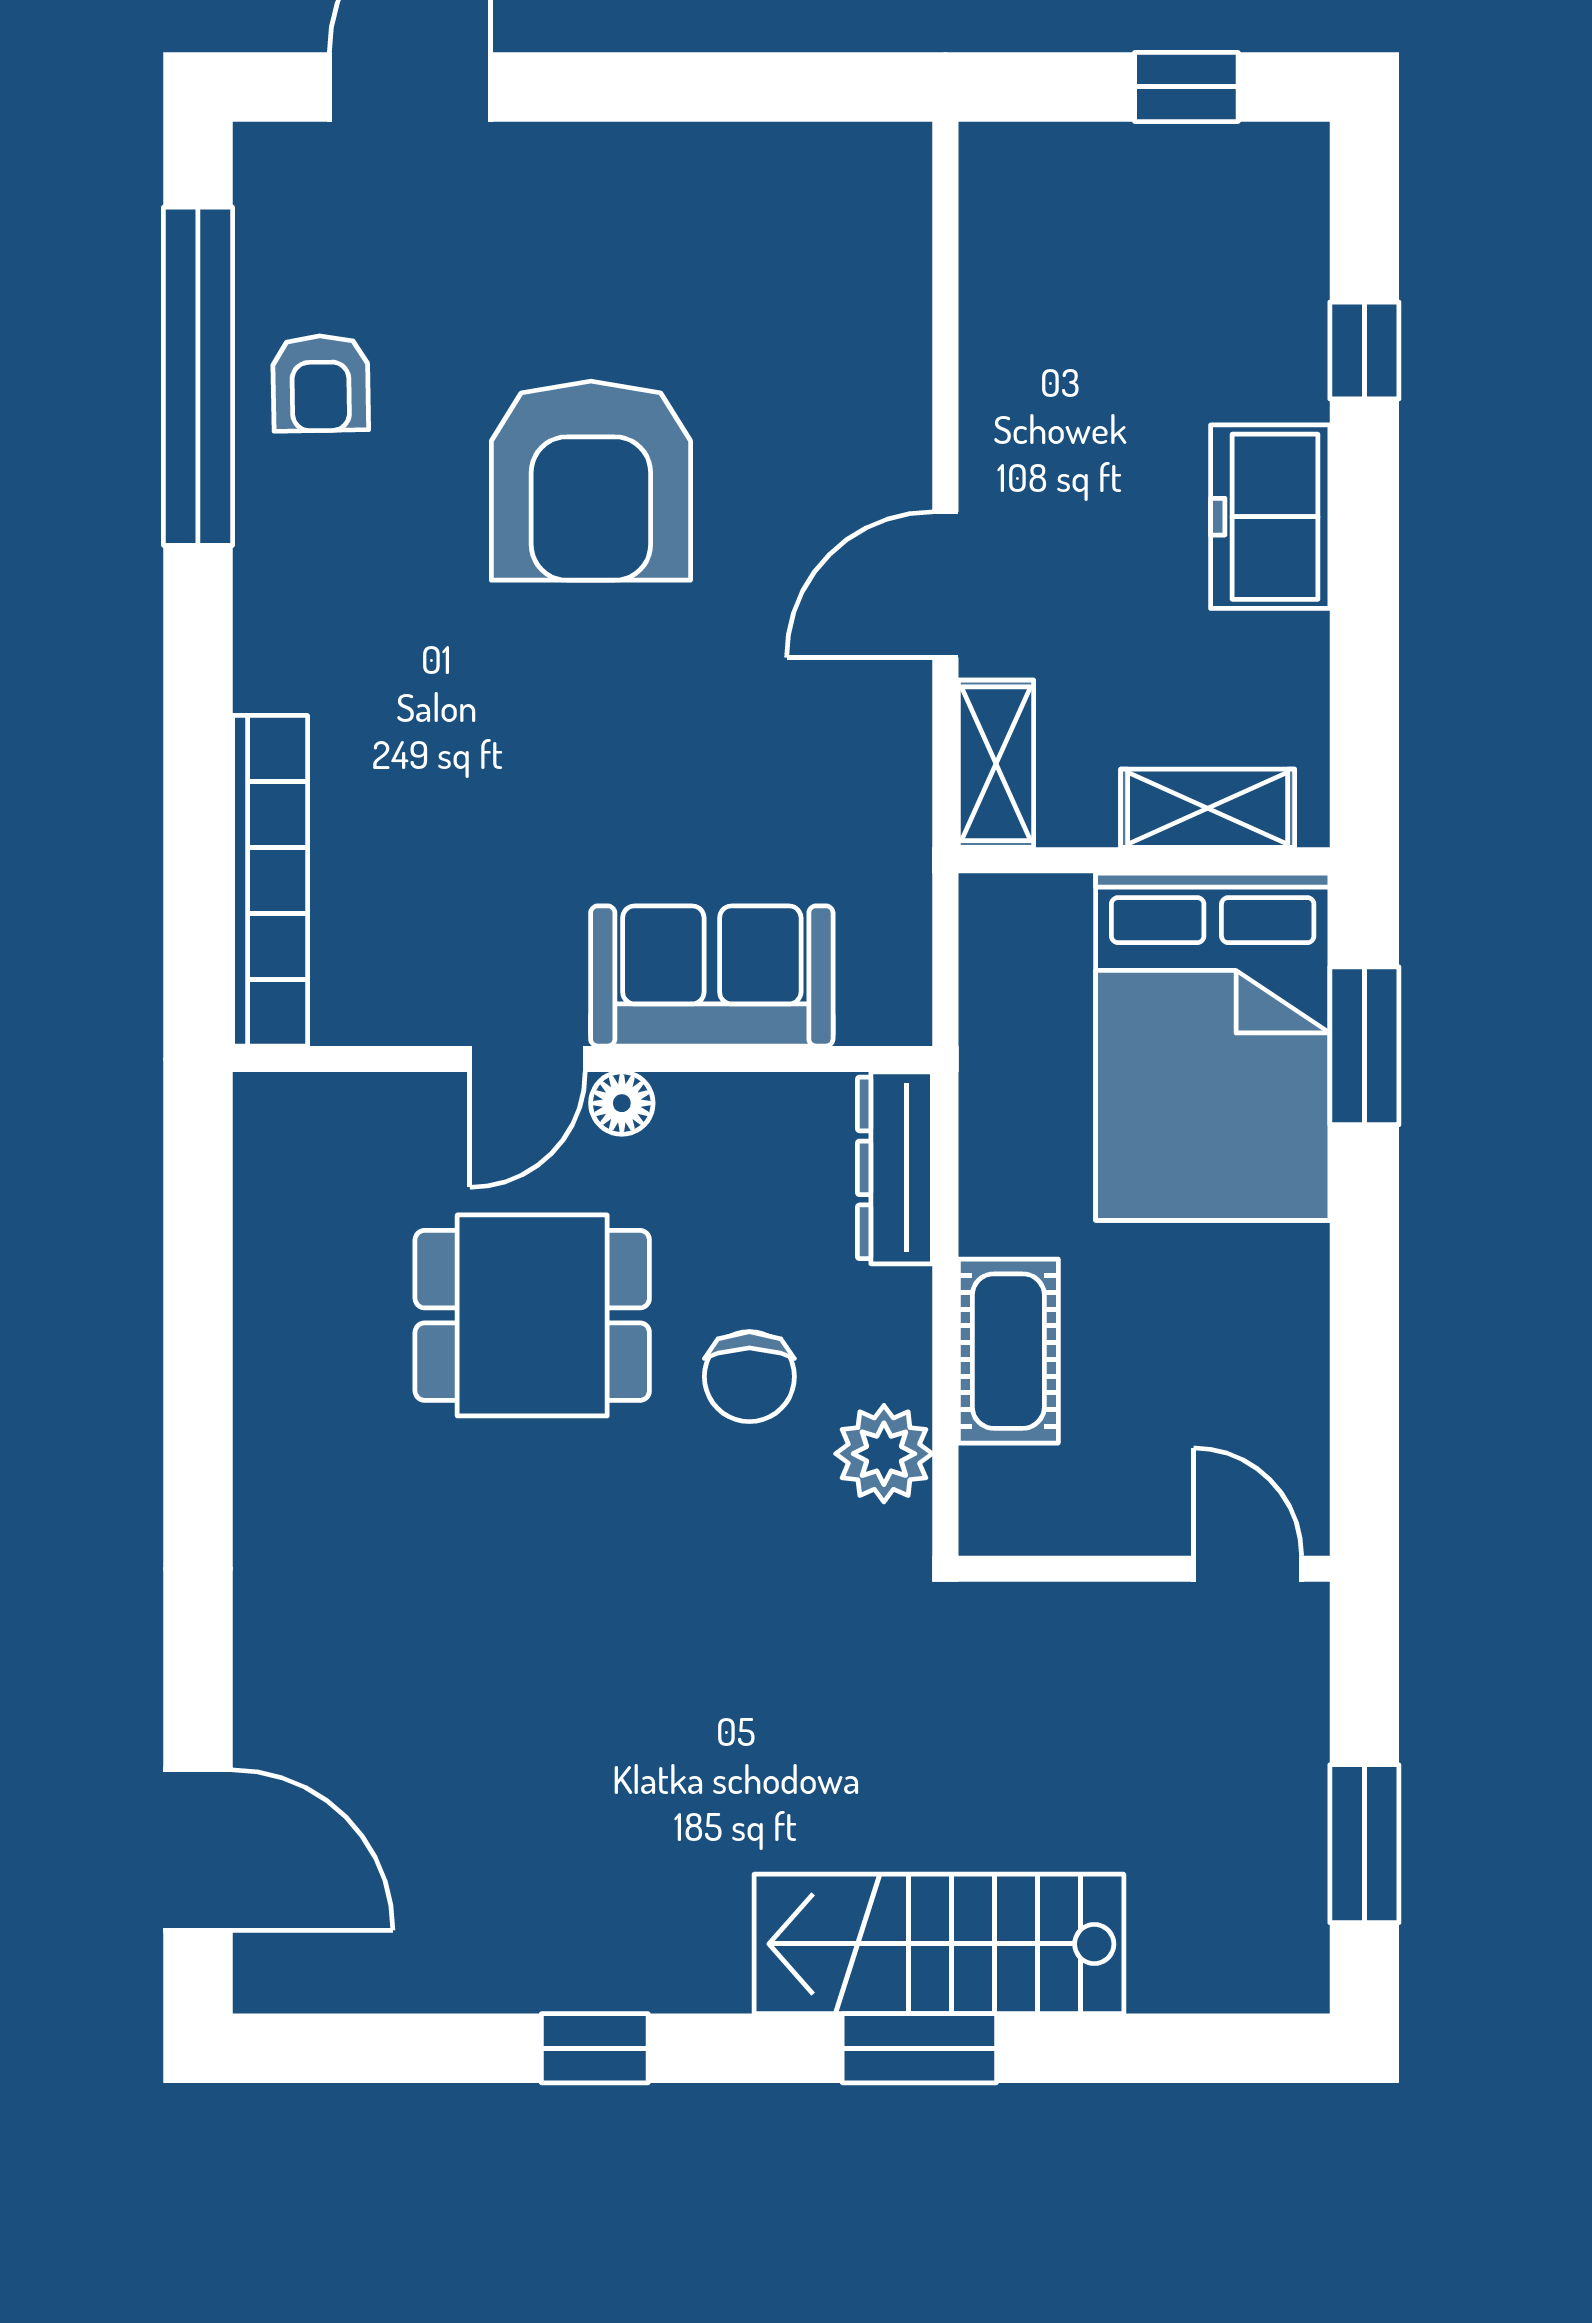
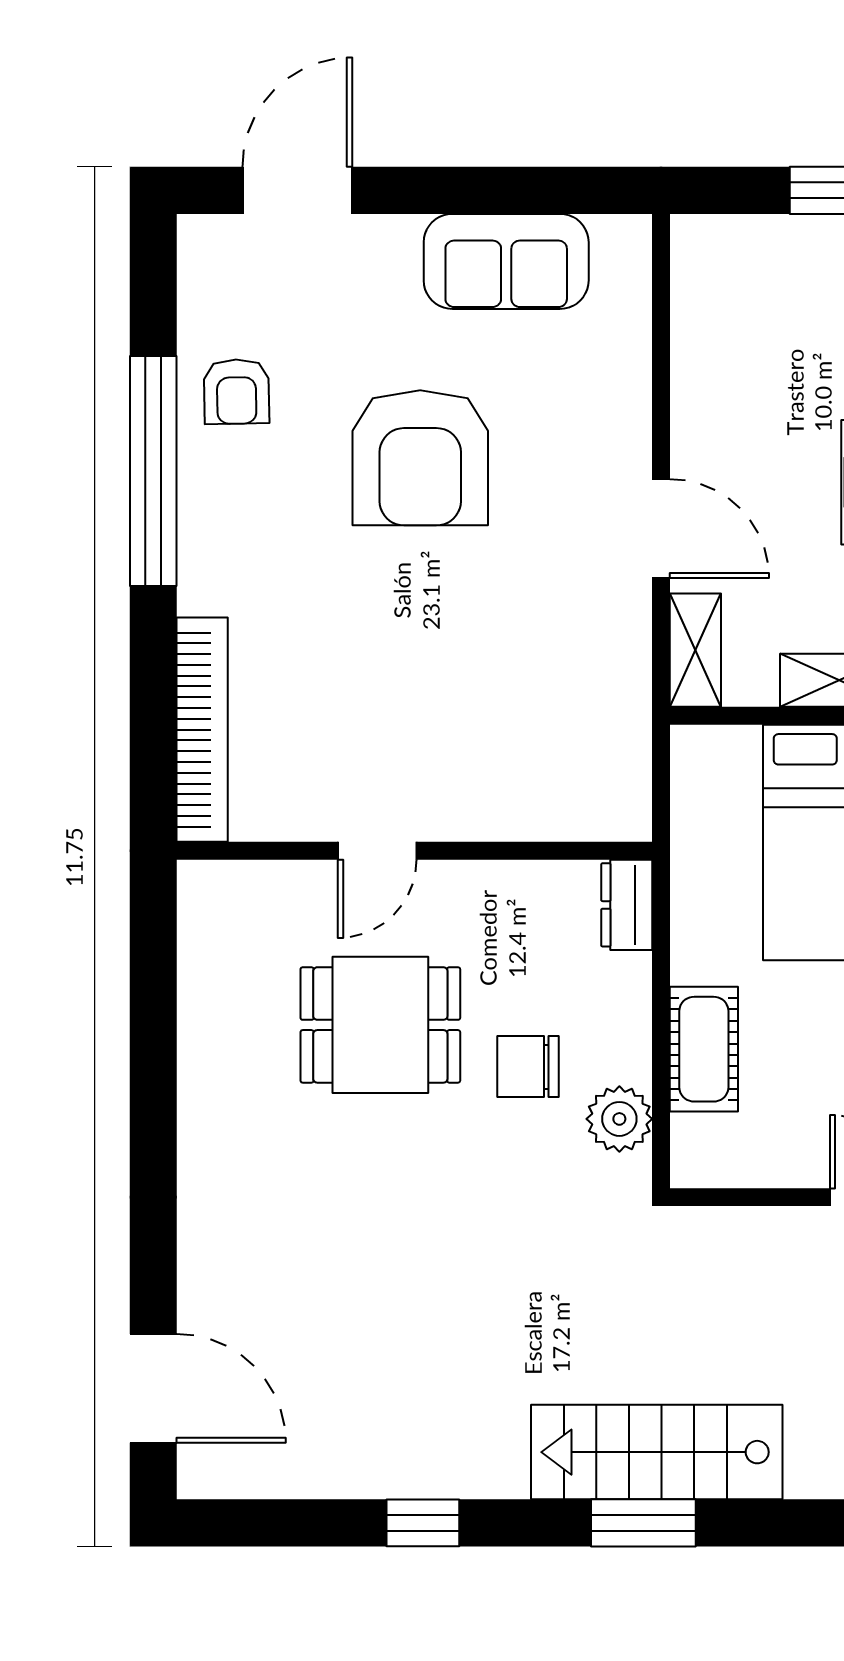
window: (198, 376) -> (153, 471), moved
door: (945, 585) -> (661, 529), swing flipped
sofa: (712, 976) -> (506, 261), moved, turned 180
floor lamp: (622, 1103) -> (441, 881), removed
dresser: (895, 1168) -> (627, 905), width x0.70
chair: (749, 1377) -> (528, 1067), turned 90

